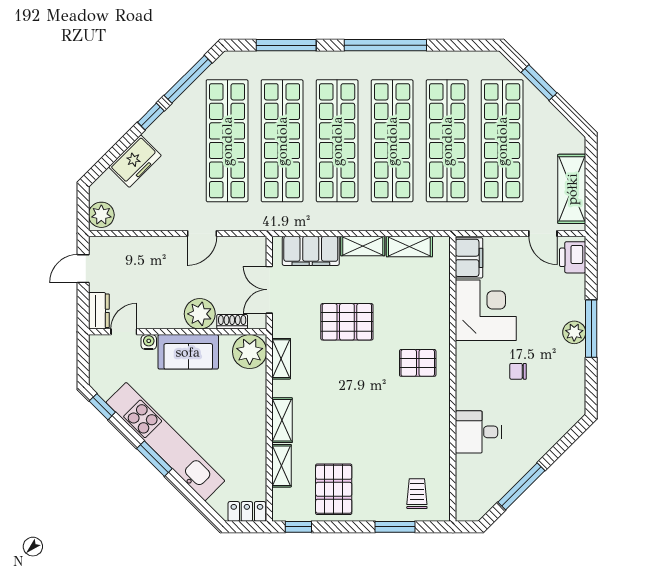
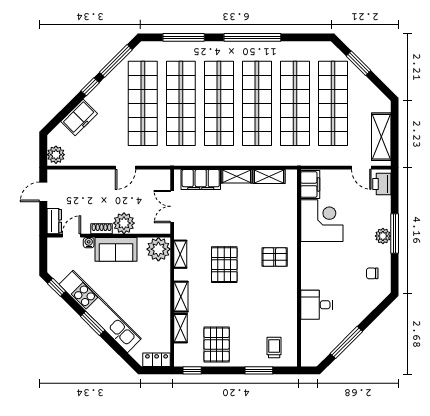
shoe rack: (232, 322) -> (102, 229), moved
pallet: (347, 322) -> (224, 265), moved, turned 90
chair: (518, 371) -> (372, 273), moved

